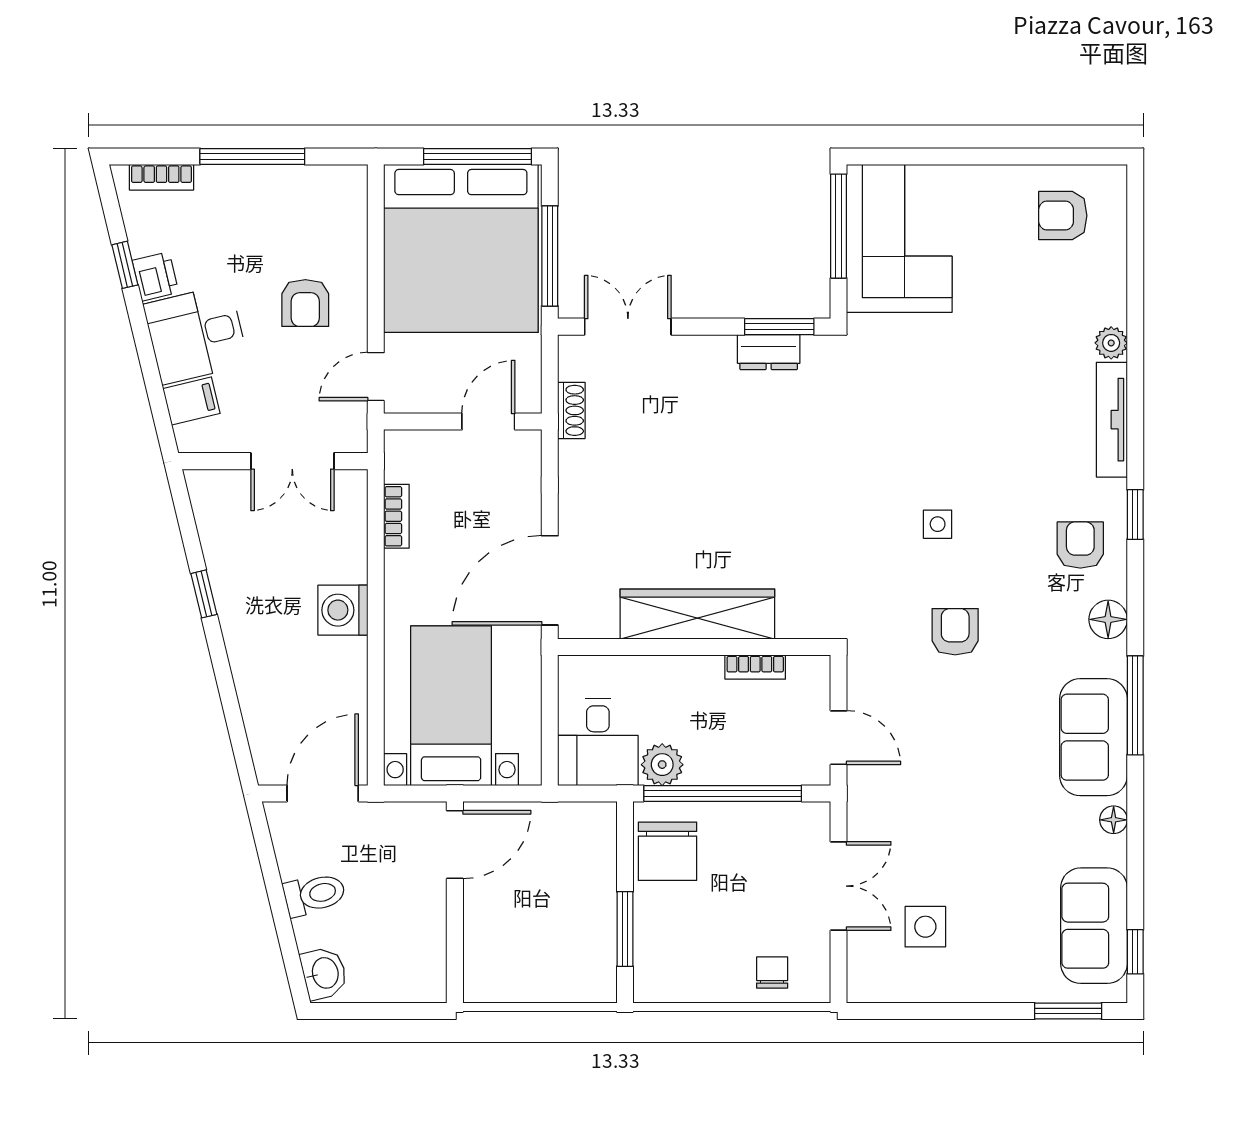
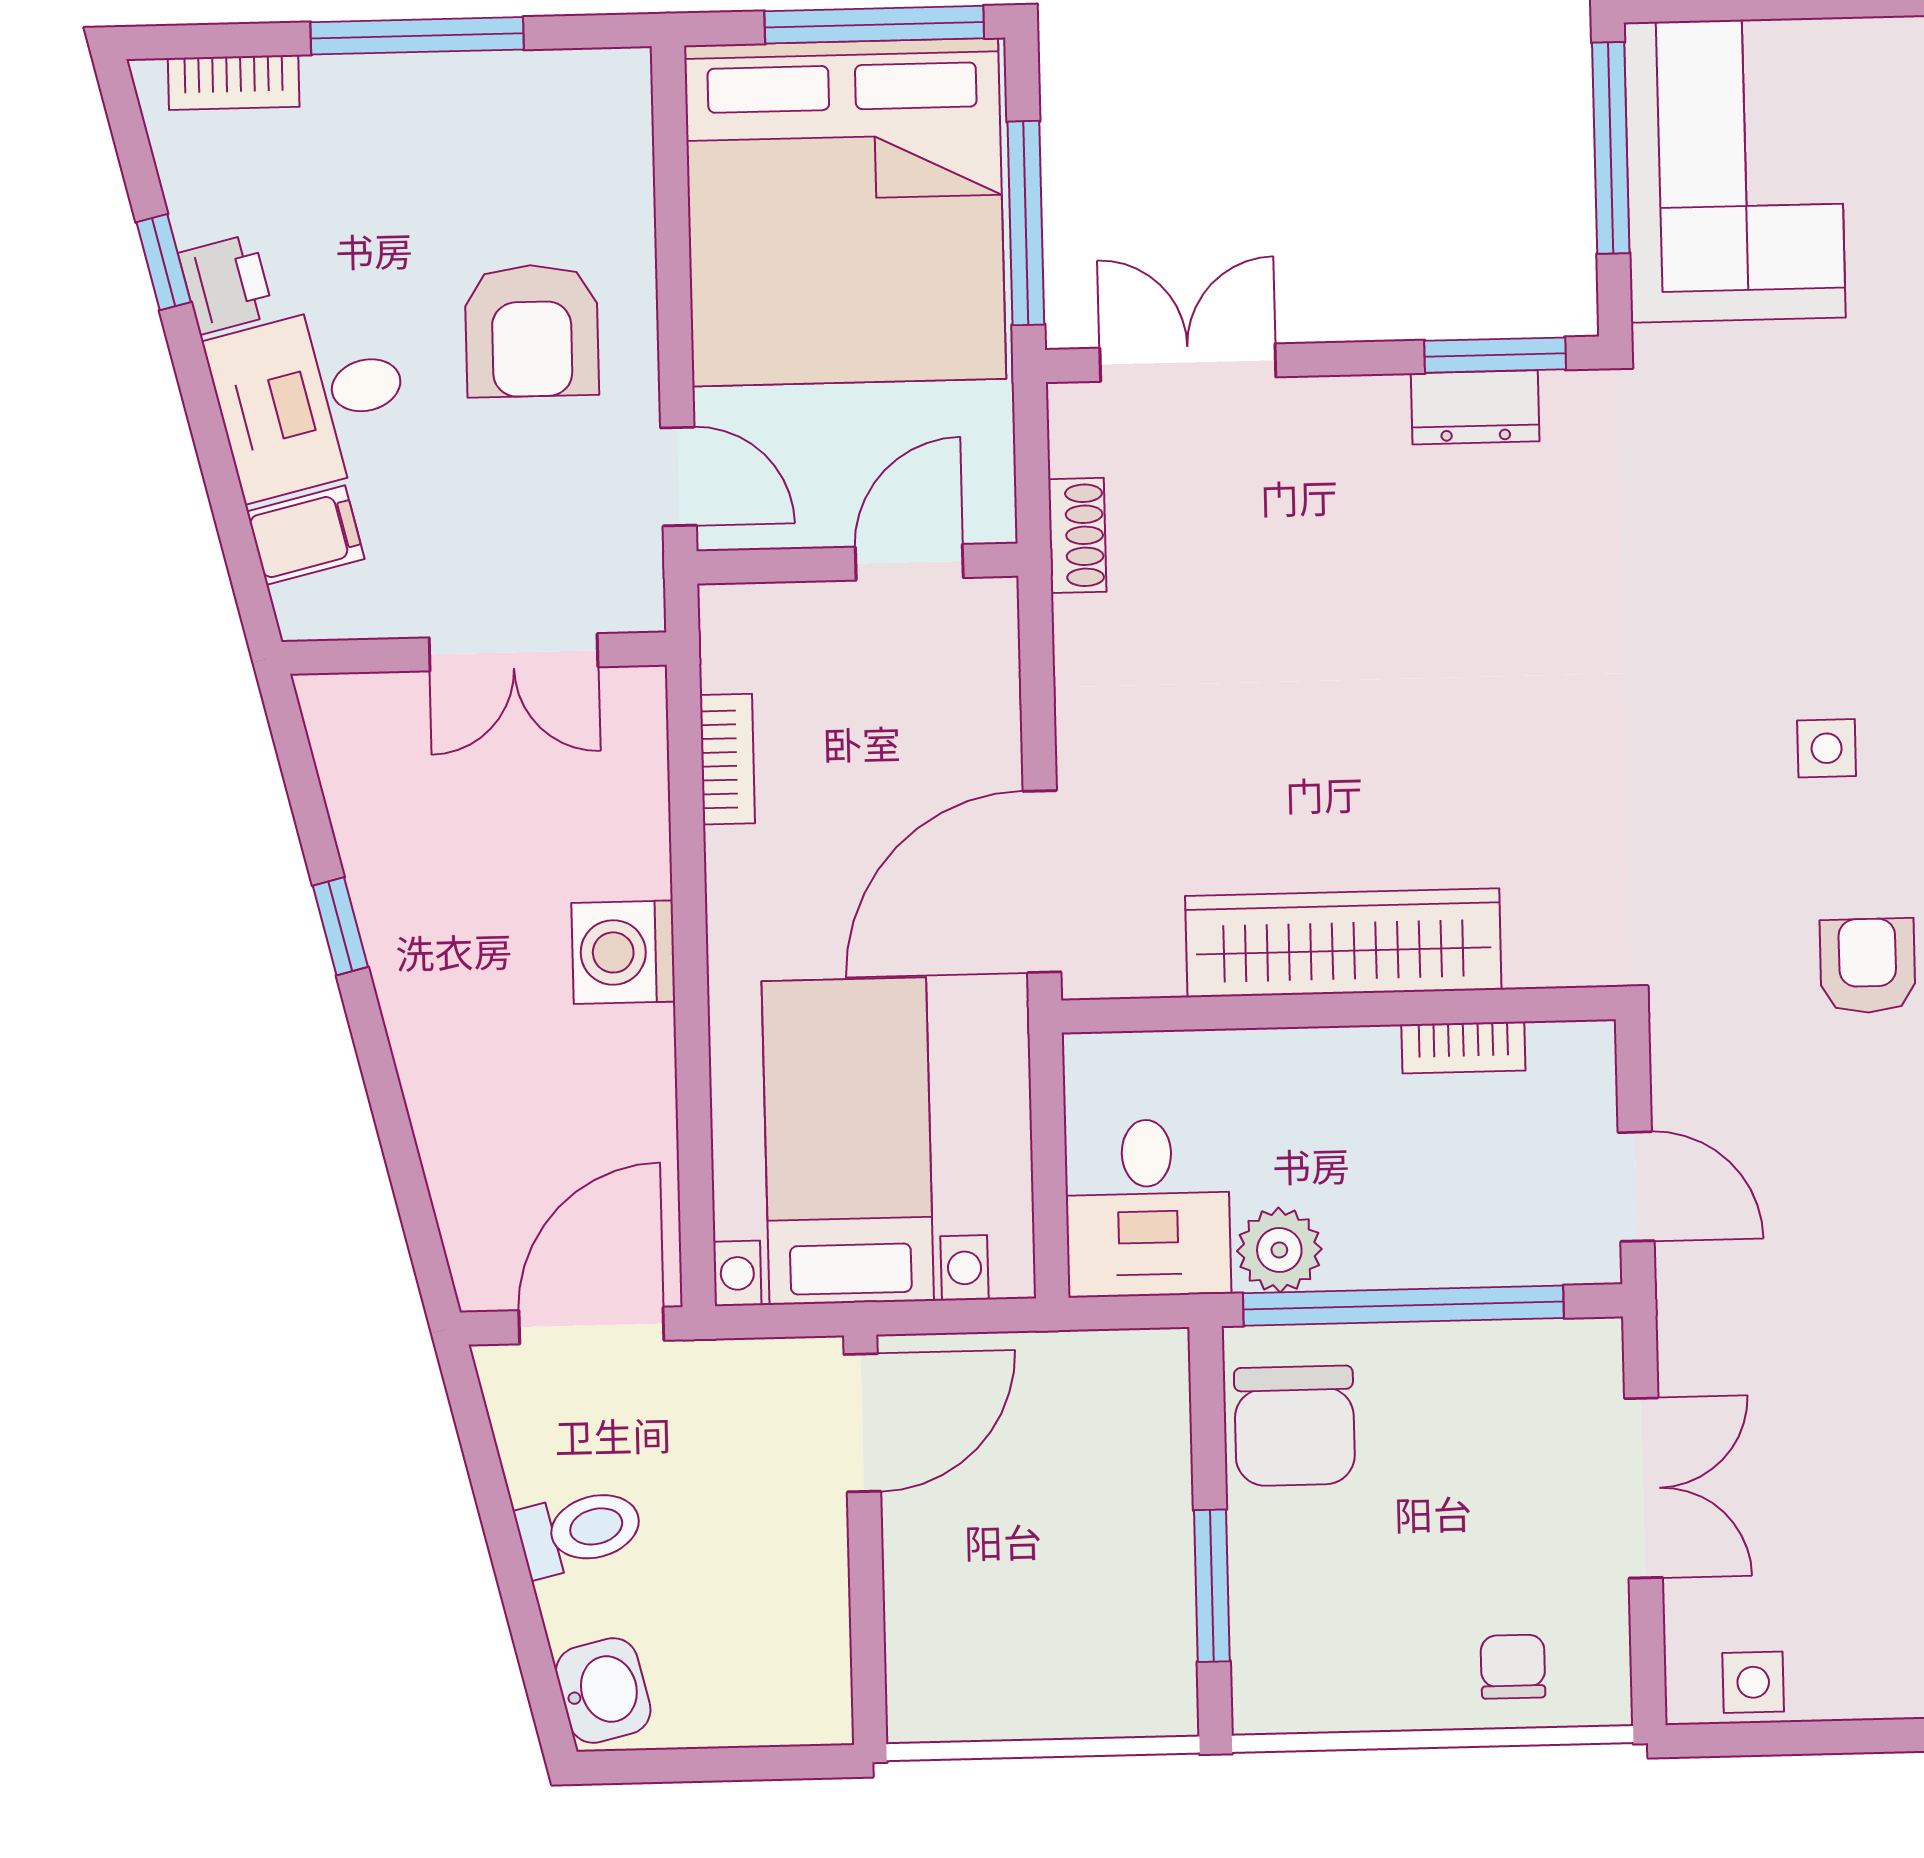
armchair: (305, 303) -> (532, 331), width x1.38, depth x1.38
door: (376, 377) -> (678, 477), swing flipped
side table: (925, 927) -> (1753, 1682), moved, width x0.73, depth x0.73

